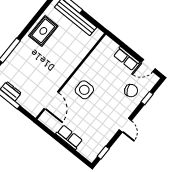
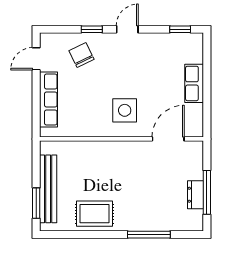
row of seats: (126, 59) -> (49, 100), width x1.48
door: (148, 65) -> (36, 59), swing flipped
window: (147, 98) -> (92, 29), moved

